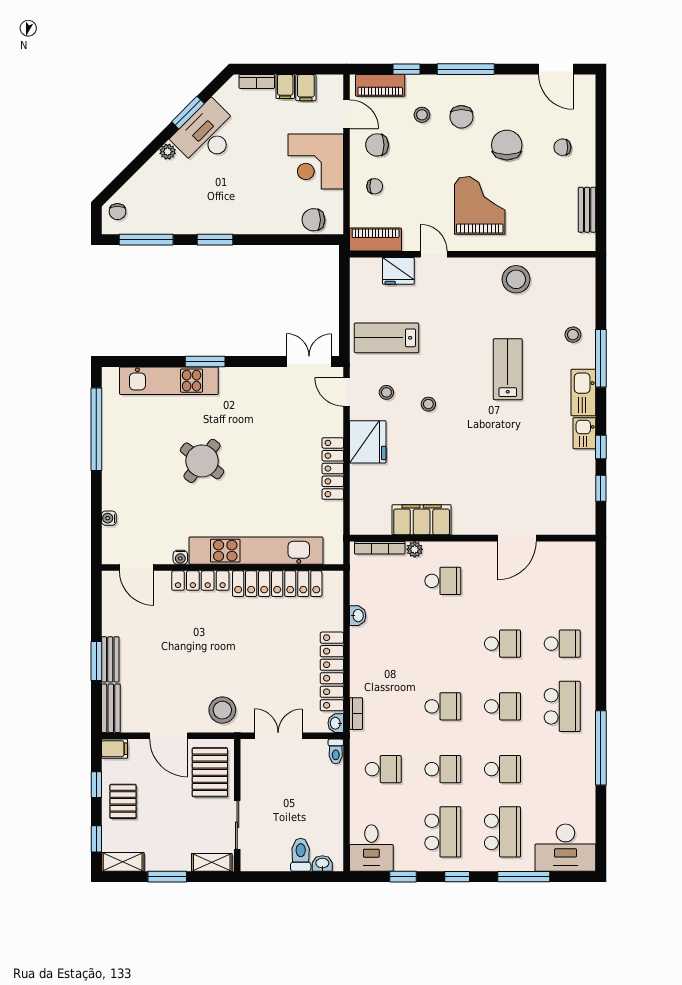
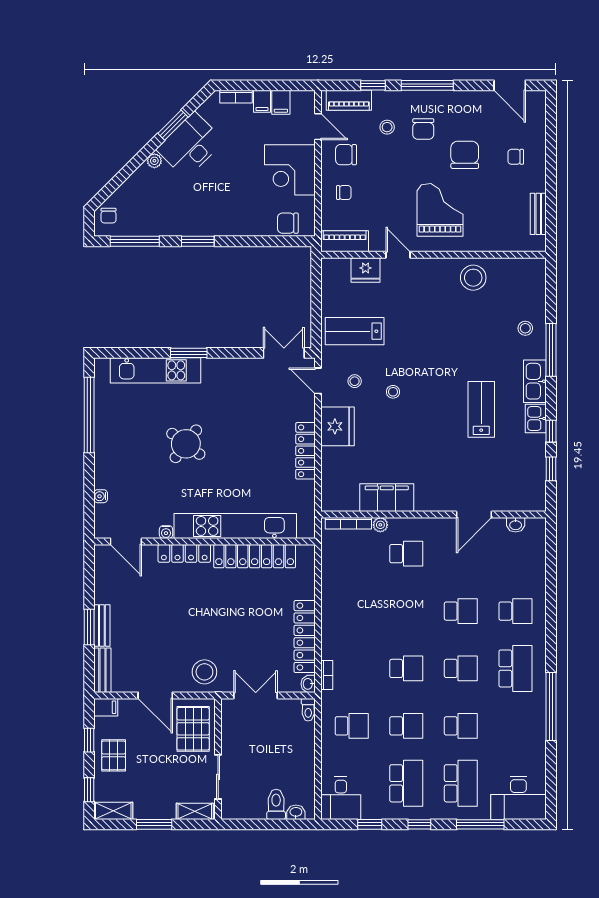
lab bench: (508, 369) -> (481, 409), moved
washbasin: (358, 616) -> (516, 525), moved, turned 90

